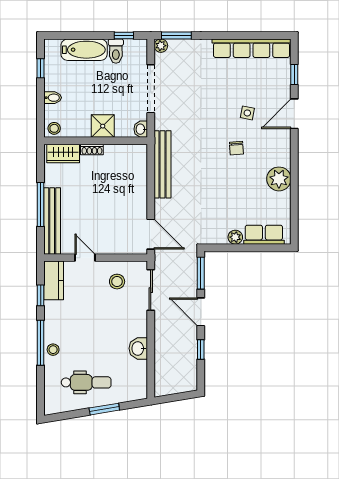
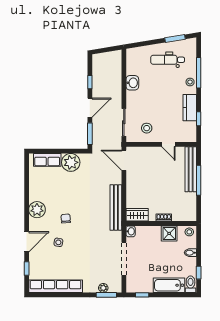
plant: (161, 46) -> (103, 288), moved
toilet: (116, 51) -> (191, 284), moved
shower: (103, 126) -> (169, 233), moved
wardrobe: (63, 154) -> (137, 215), moved
plant: (279, 179) -> (37, 210), moved
plant: (235, 237) -> (71, 162), width x1.88, depth x1.88
kitchen counter: (54, 280) -> (190, 108), moved
door: (201, 312) -> (90, 108), hinge flipped
window: (41, 343) -> (199, 73), moved
window: (104, 409) -> (175, 38), moved

